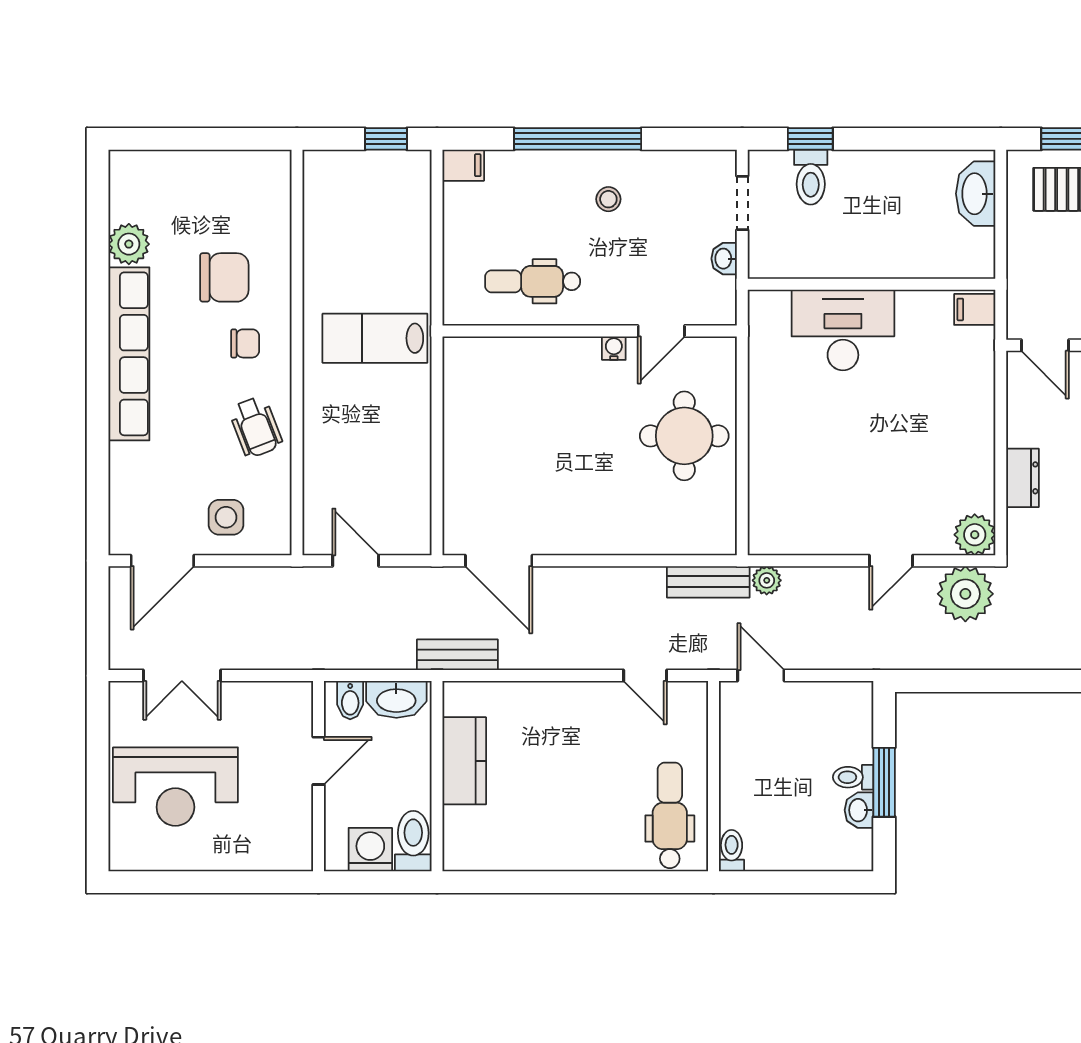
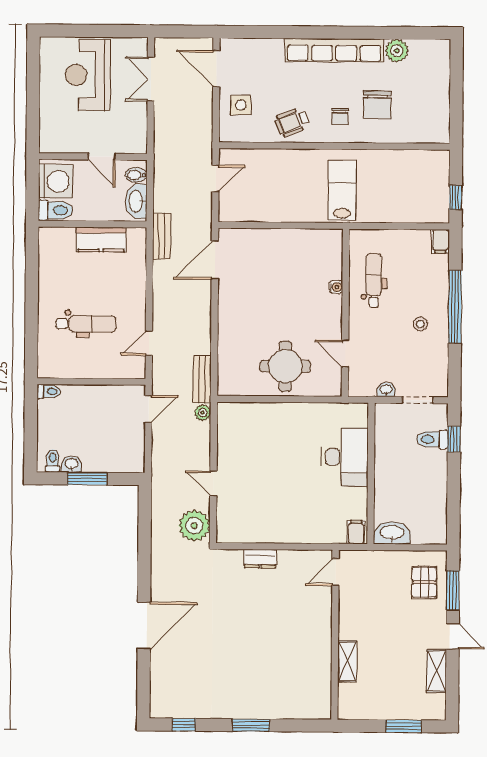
washbasin: (976, 194) -> (392, 533), moved
water cooler: (614, 348) -> (336, 287), moved
plant: (975, 535) -> (228, 531), removed
toilet: (853, 777) -> (53, 461), moved
dental chair: (670, 815) -> (86, 324), moved
washing machine: (370, 850) -> (56, 181), width x1.37, depth x1.37

